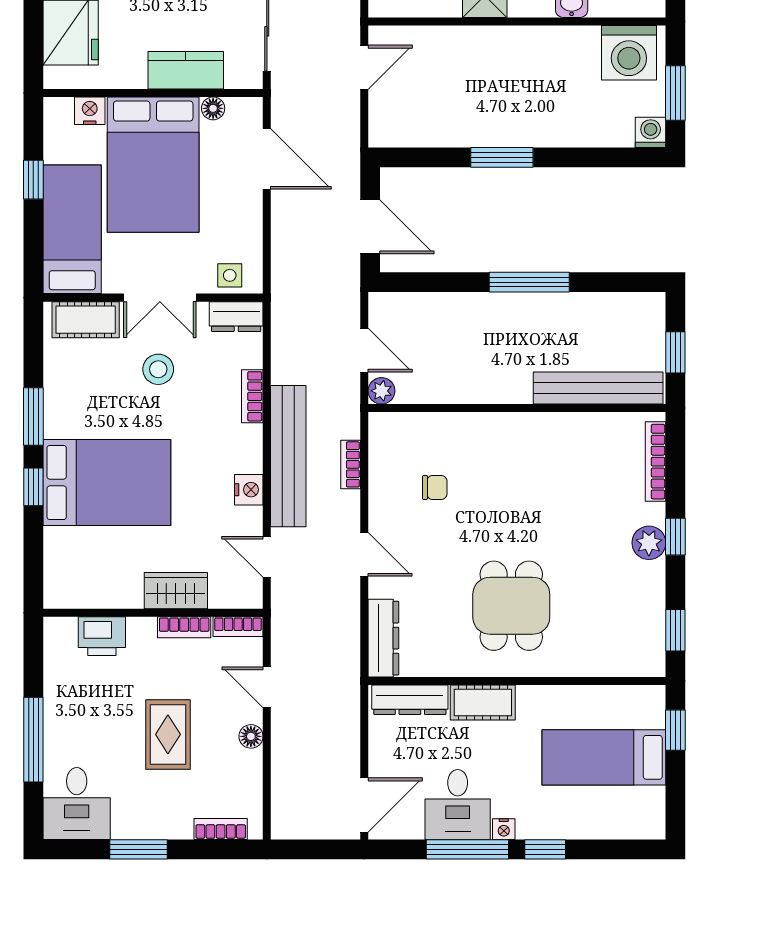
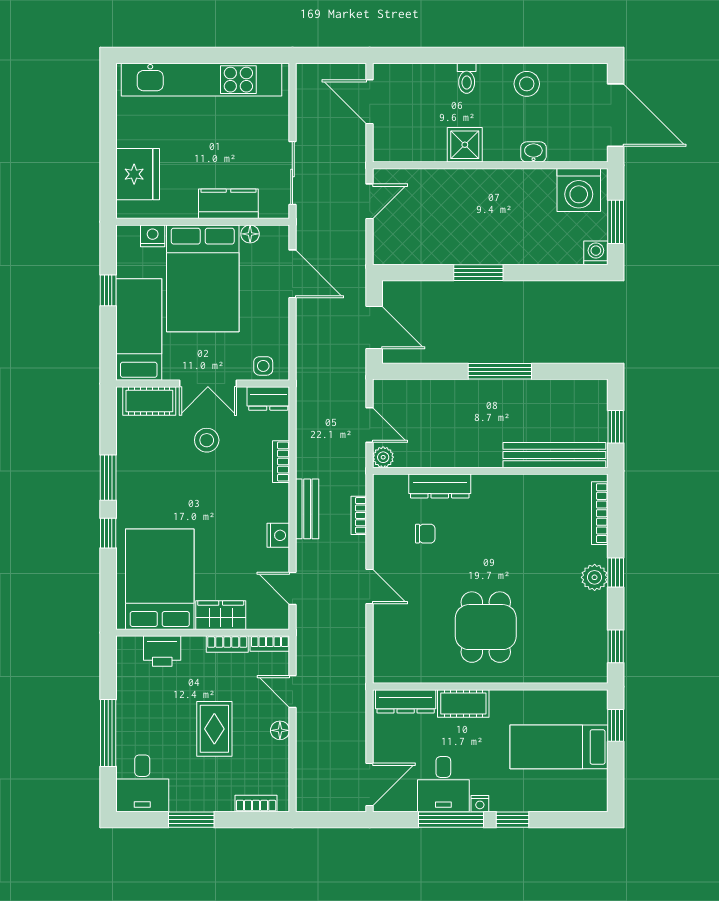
bench: (288, 456) -> (307, 509), width x0.54, depth x0.82
bed: (107, 482) -> (160, 579), moved, turned -90
dresser: (383, 638) -> (440, 486), moved, turned 90

